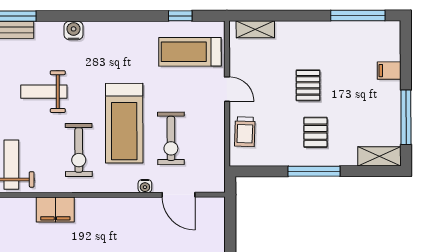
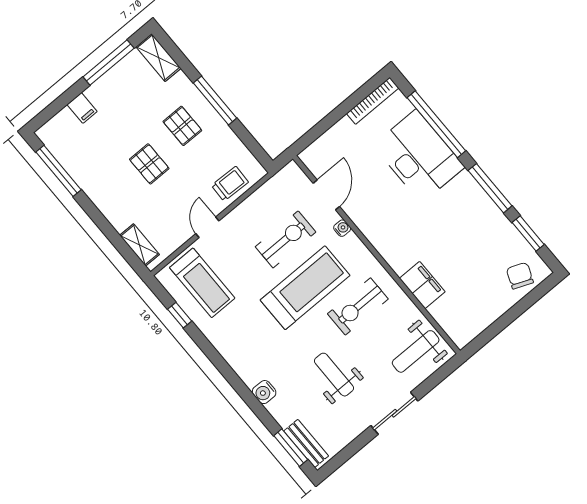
pallet: (308, 85) -> (149, 164), turned 90
weight bench: (44, 92) -> (334, 375), turned 180
pallet: (315, 132) -> (182, 126), turned 90
exercise bike: (79, 150) -> (358, 306), turned 180

